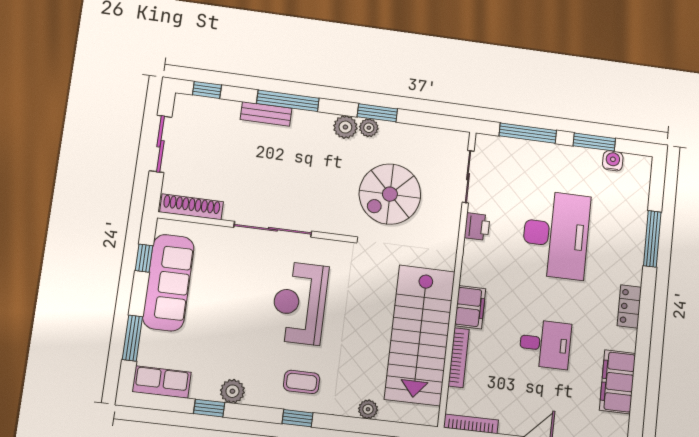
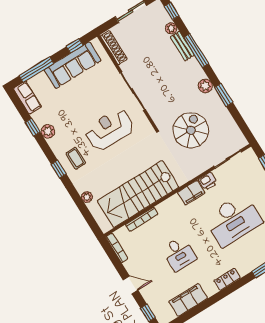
plant: (369, 128) -> (171, 28), moved
spiral stairs: (390, 194) -> (191, 130), turned 90
filing cabinet: (470, 307) -> (191, 193), moved
window: (132, 338) -> (36, 70), width x1.44

